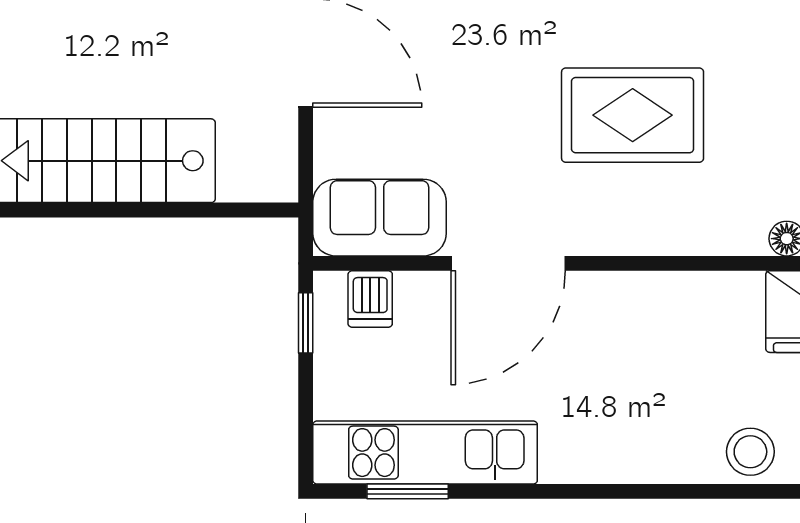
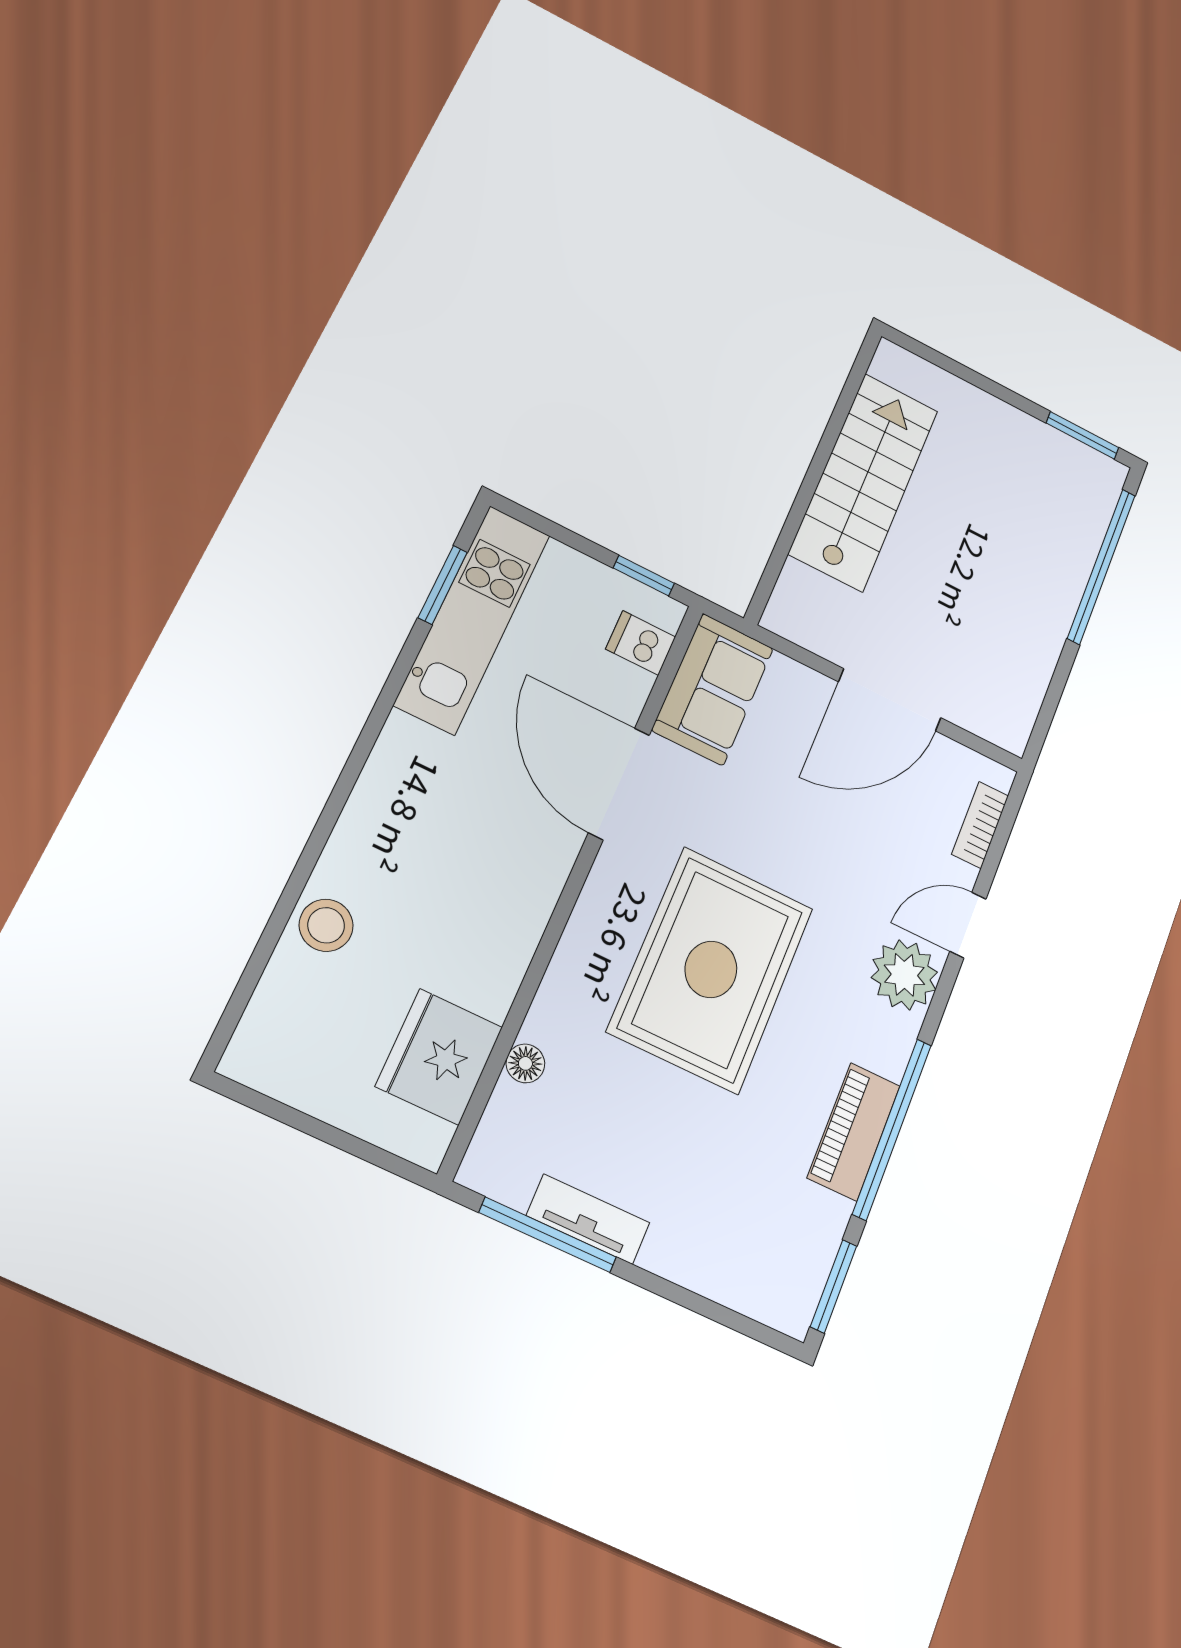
rug: (633, 115) -> (711, 969), width x1.37, depth x1.44

